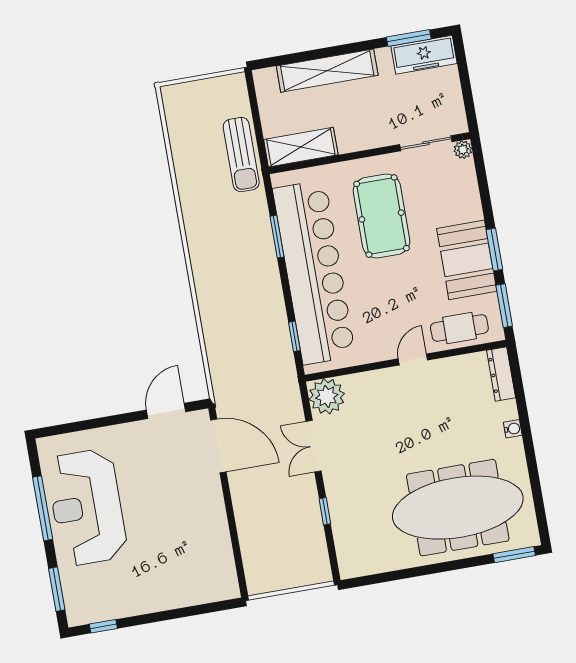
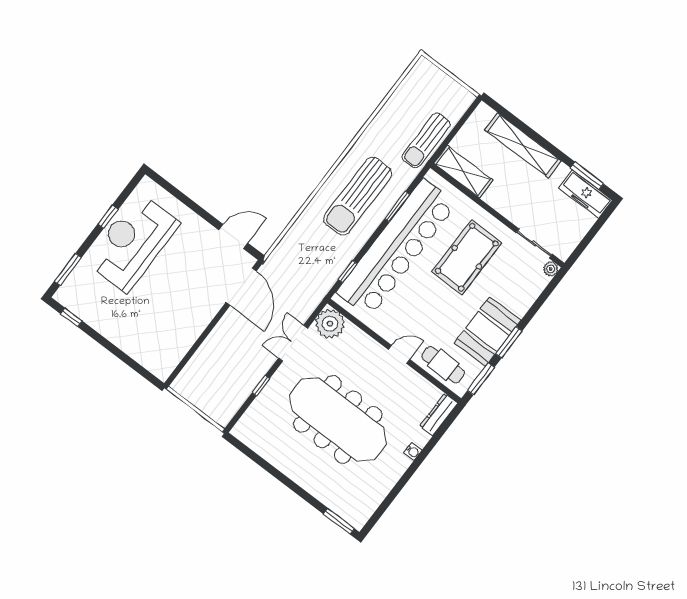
sun lounger: (234, 264) -> (358, 196), added
window: (43, 508) -> (108, 217), width x0.46
meeting table: (458, 508) -> (338, 419), moved

